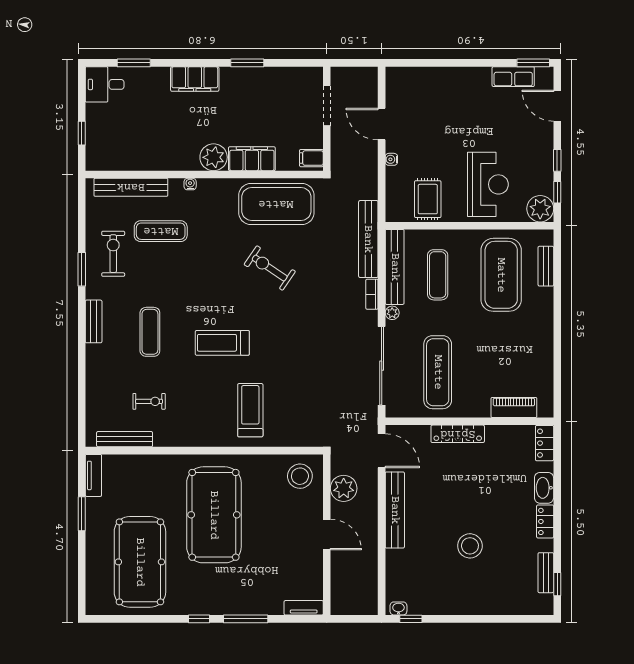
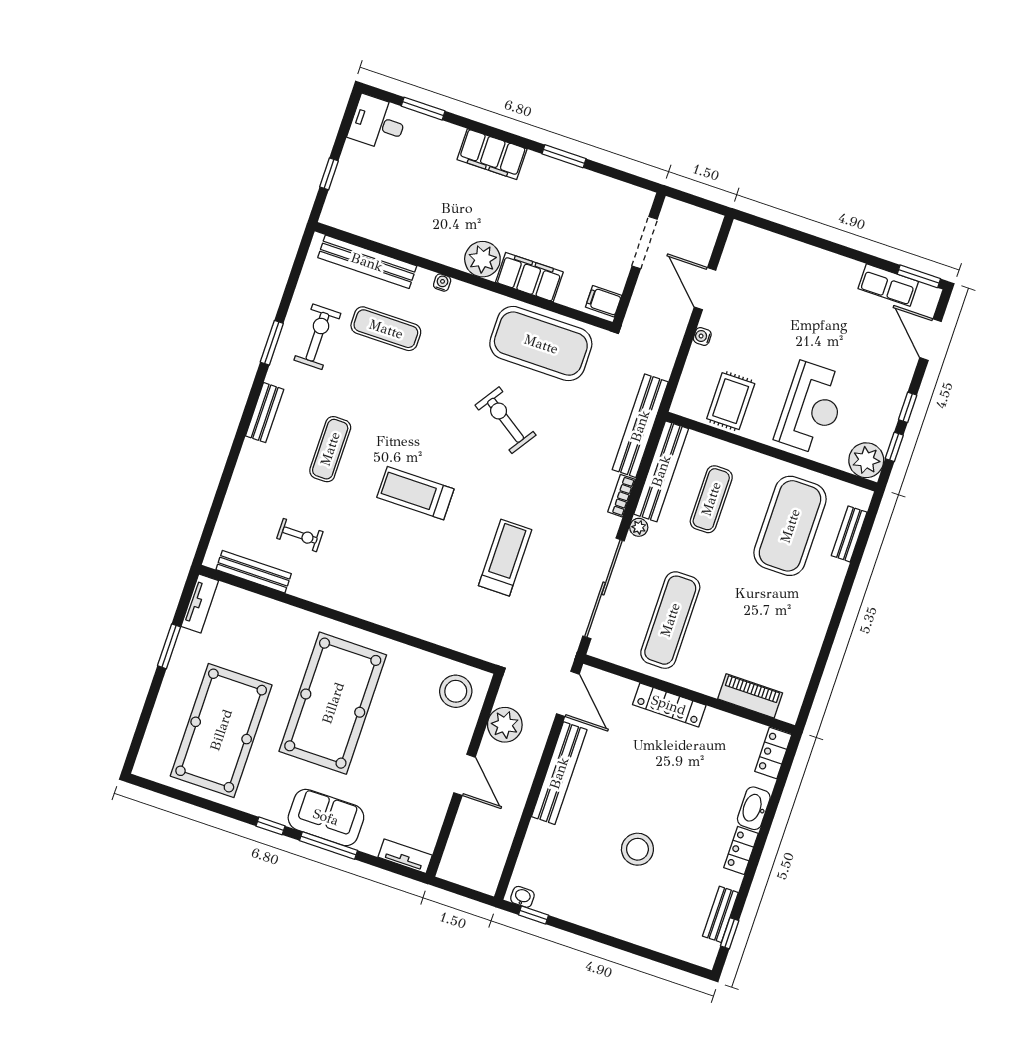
treadmill: (250, 410) -> (505, 558), moved
sofa: (237, 599) -> (326, 817), added

